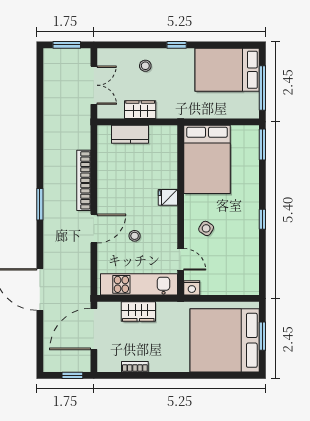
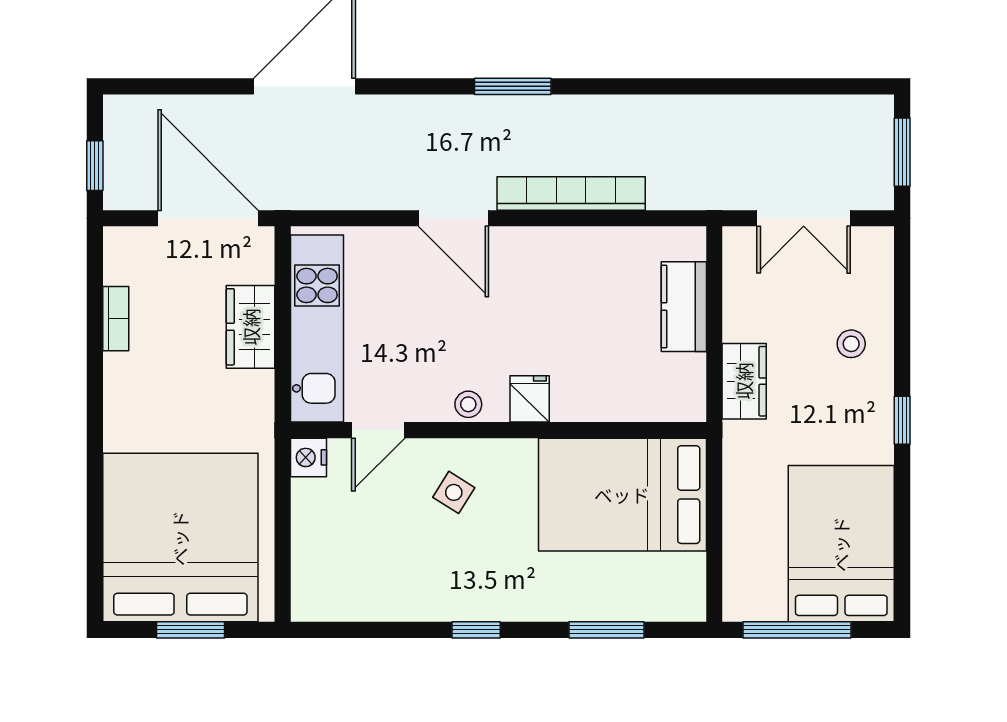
wardrobe: (140, 110) -> (744, 381), moved
window: (262, 144) -> (606, 630), moved
stool: (135, 236) -> (468, 404), moved

